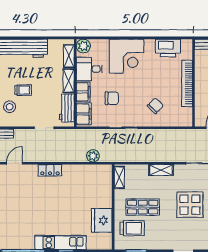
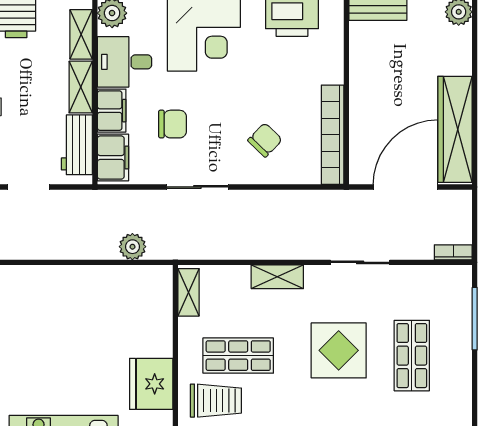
bookcase: (187, 83) -> (333, 135), moved
locker: (50, 170) -> (41, 277), removed

